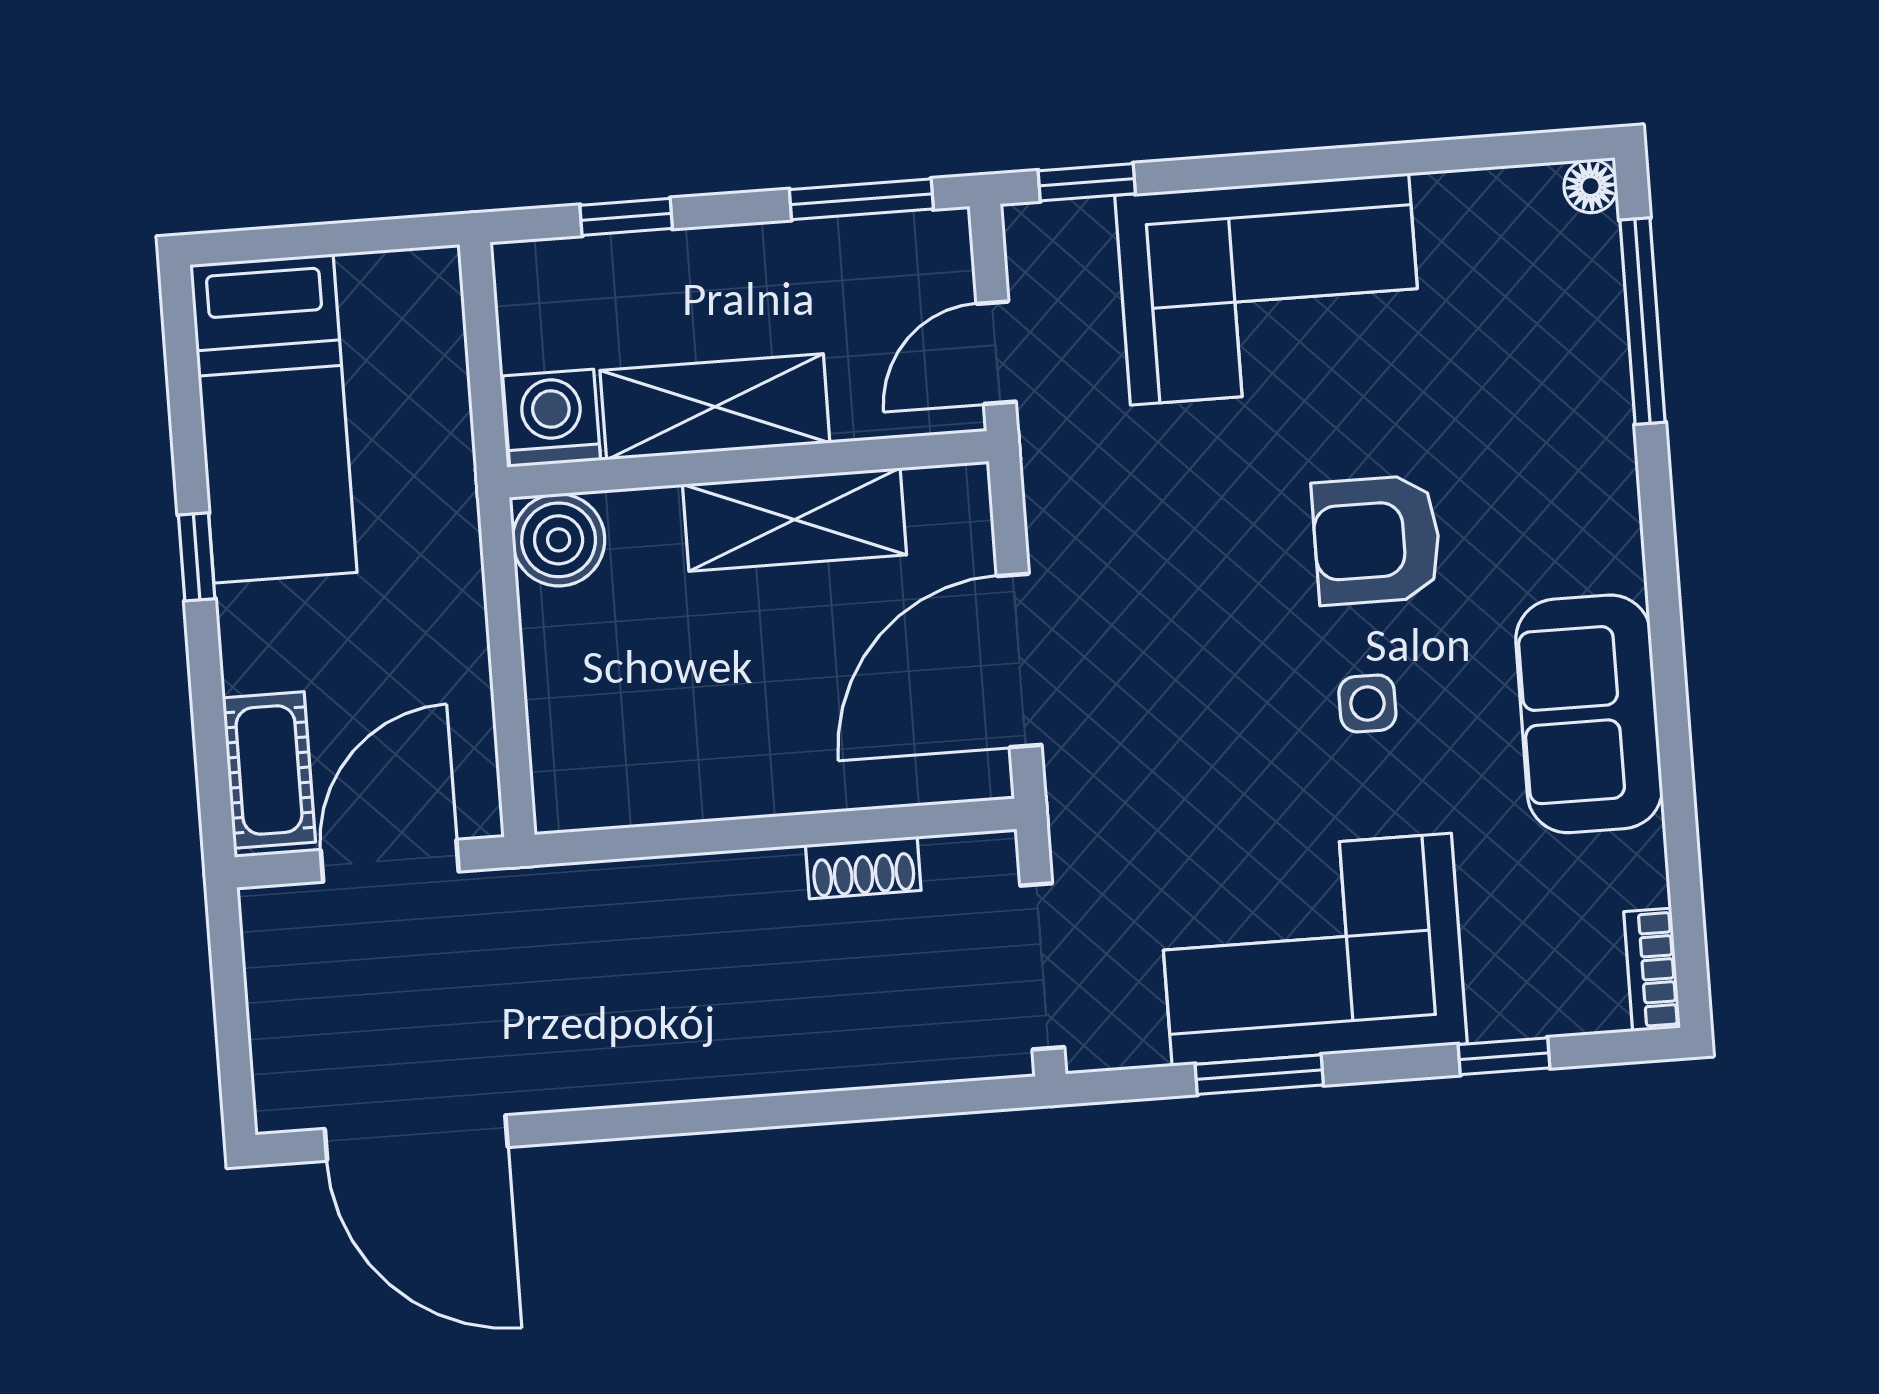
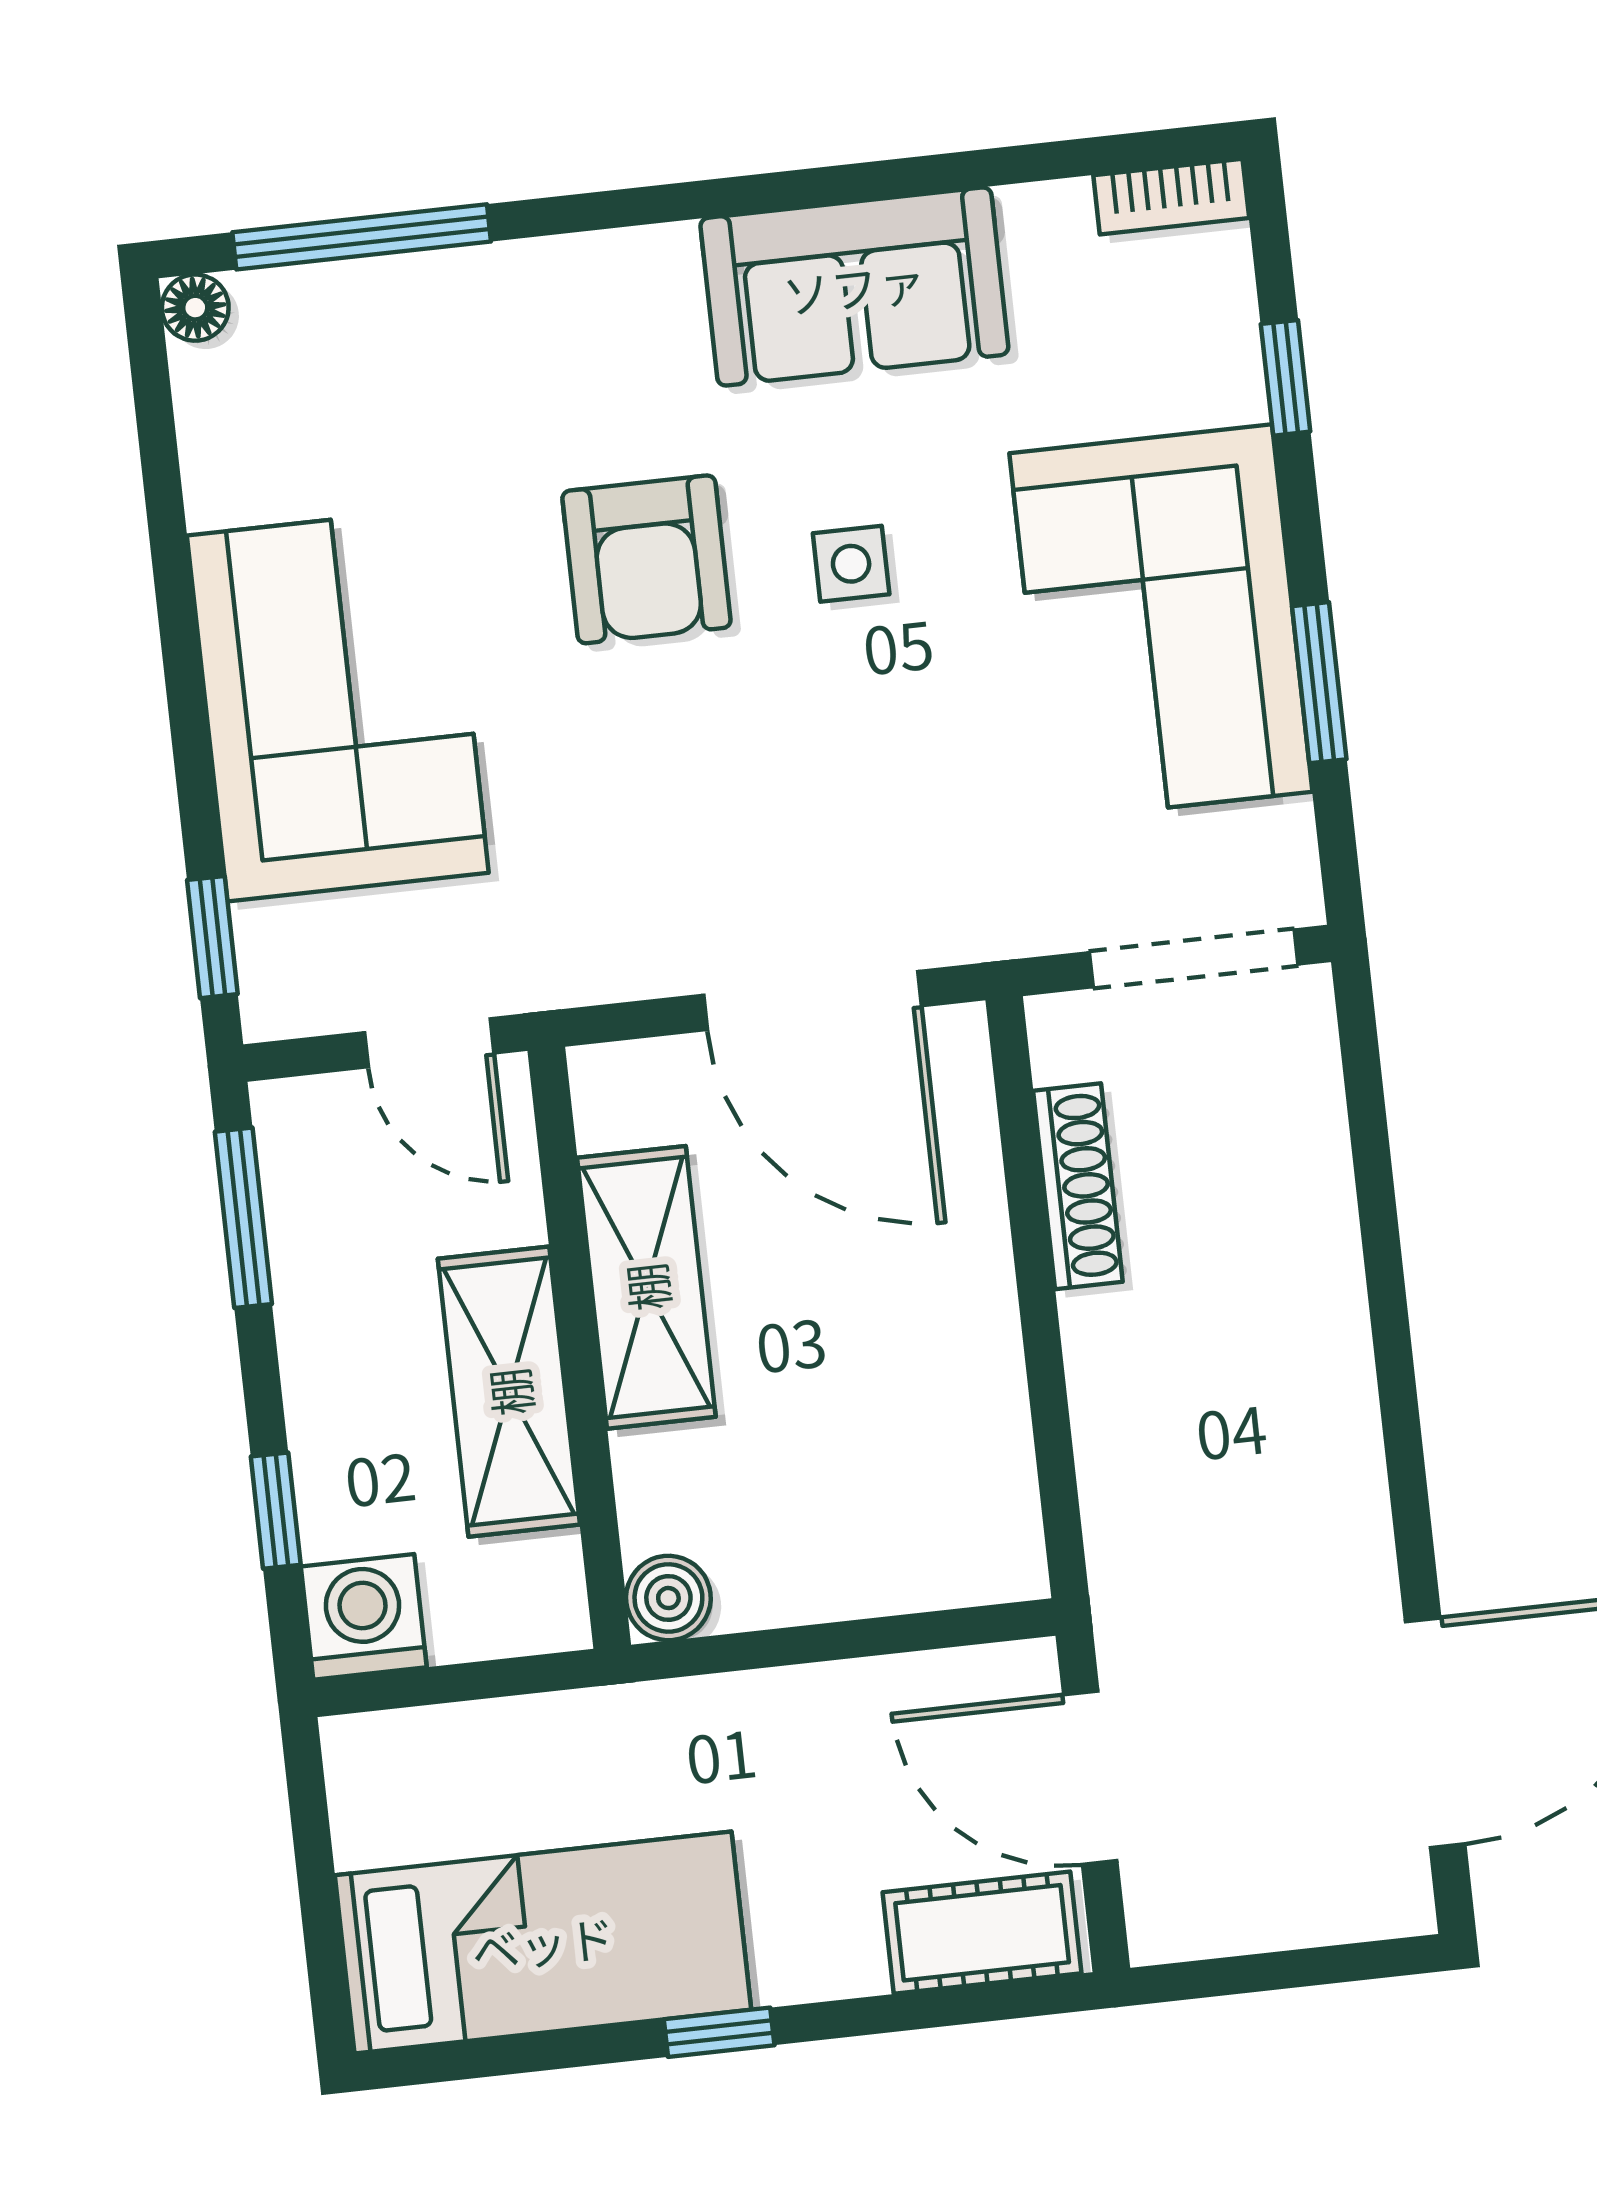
washing machine: (552, 418) -> (364, 1617), moved, turned 90
boiler: (559, 540) -> (668, 1598), width x0.73, depth x0.73
shoe rack: (863, 868) -> (1078, 1186), width x1.43

